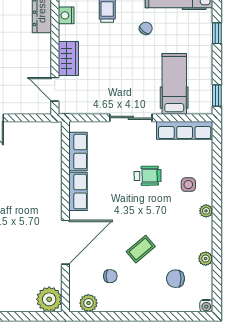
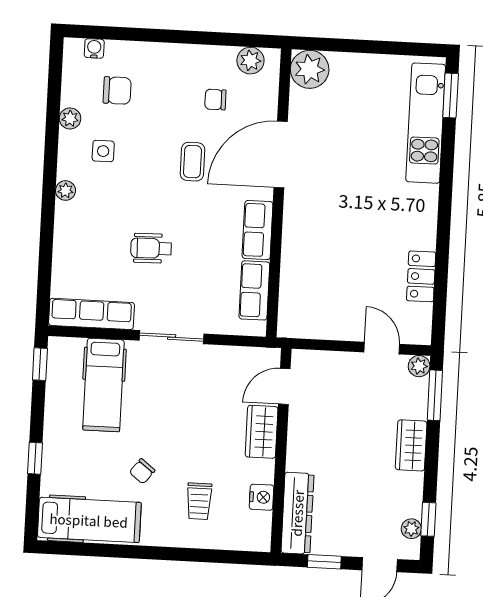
door: (55, 89) -> (284, 386), swing flipped
side table: (188, 185) -> (103, 151), moved
coffee table: (141, 249) -> (192, 162), moved, turned -50
water cooler: (206, 306) -> (94, 48), moved

